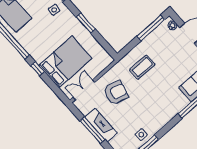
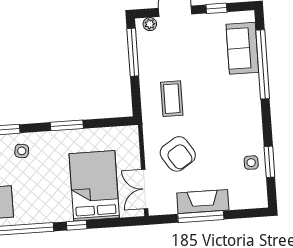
armchair: (116, 93) -> (178, 154), turned 131

